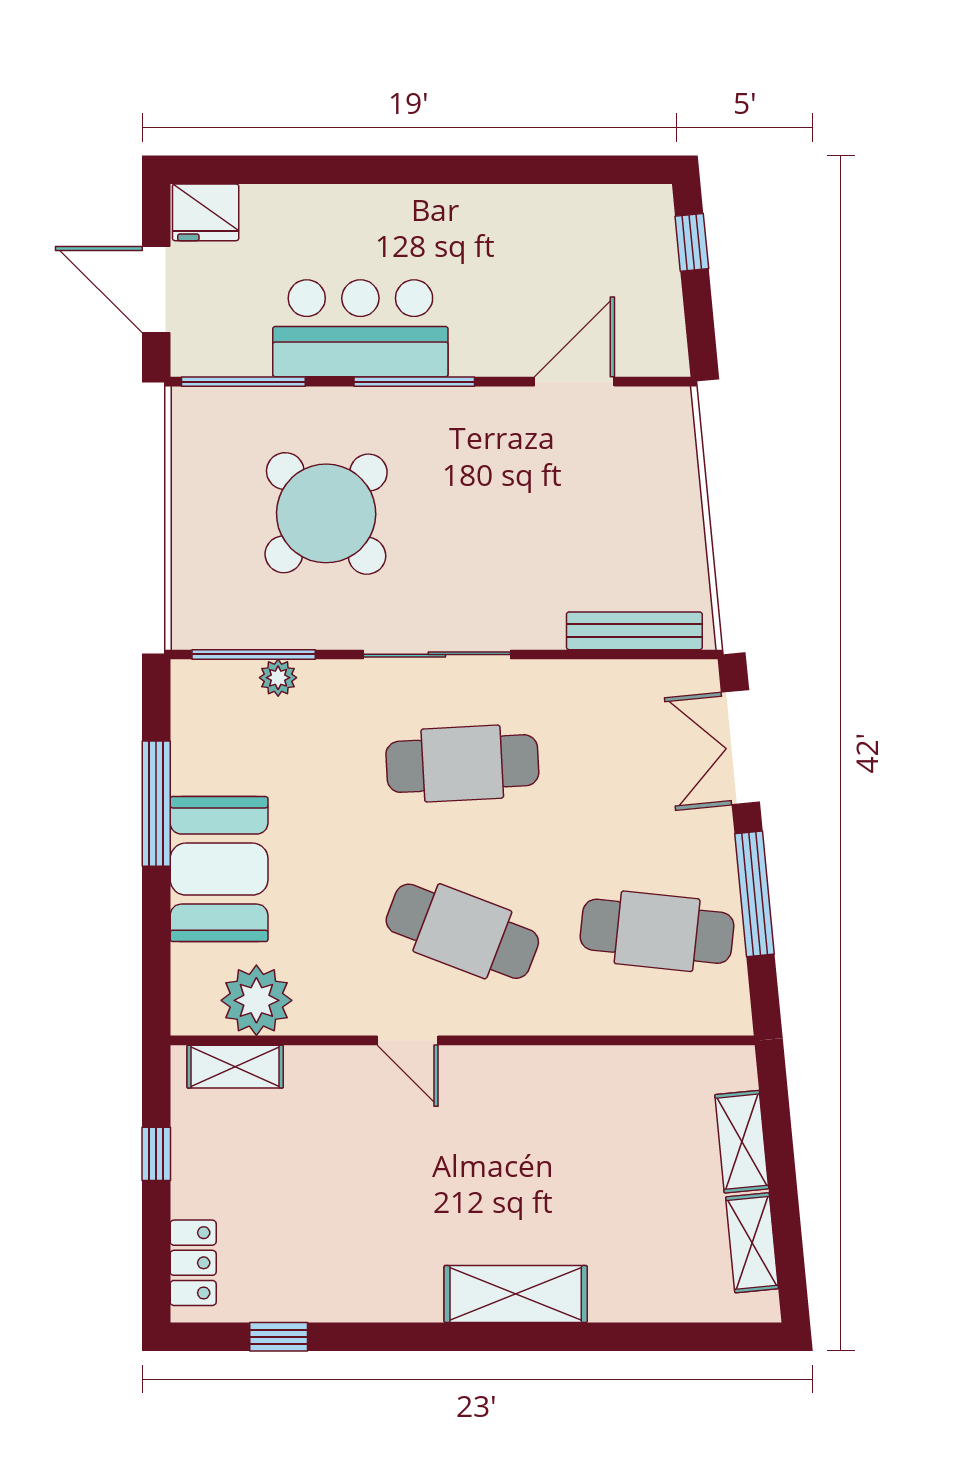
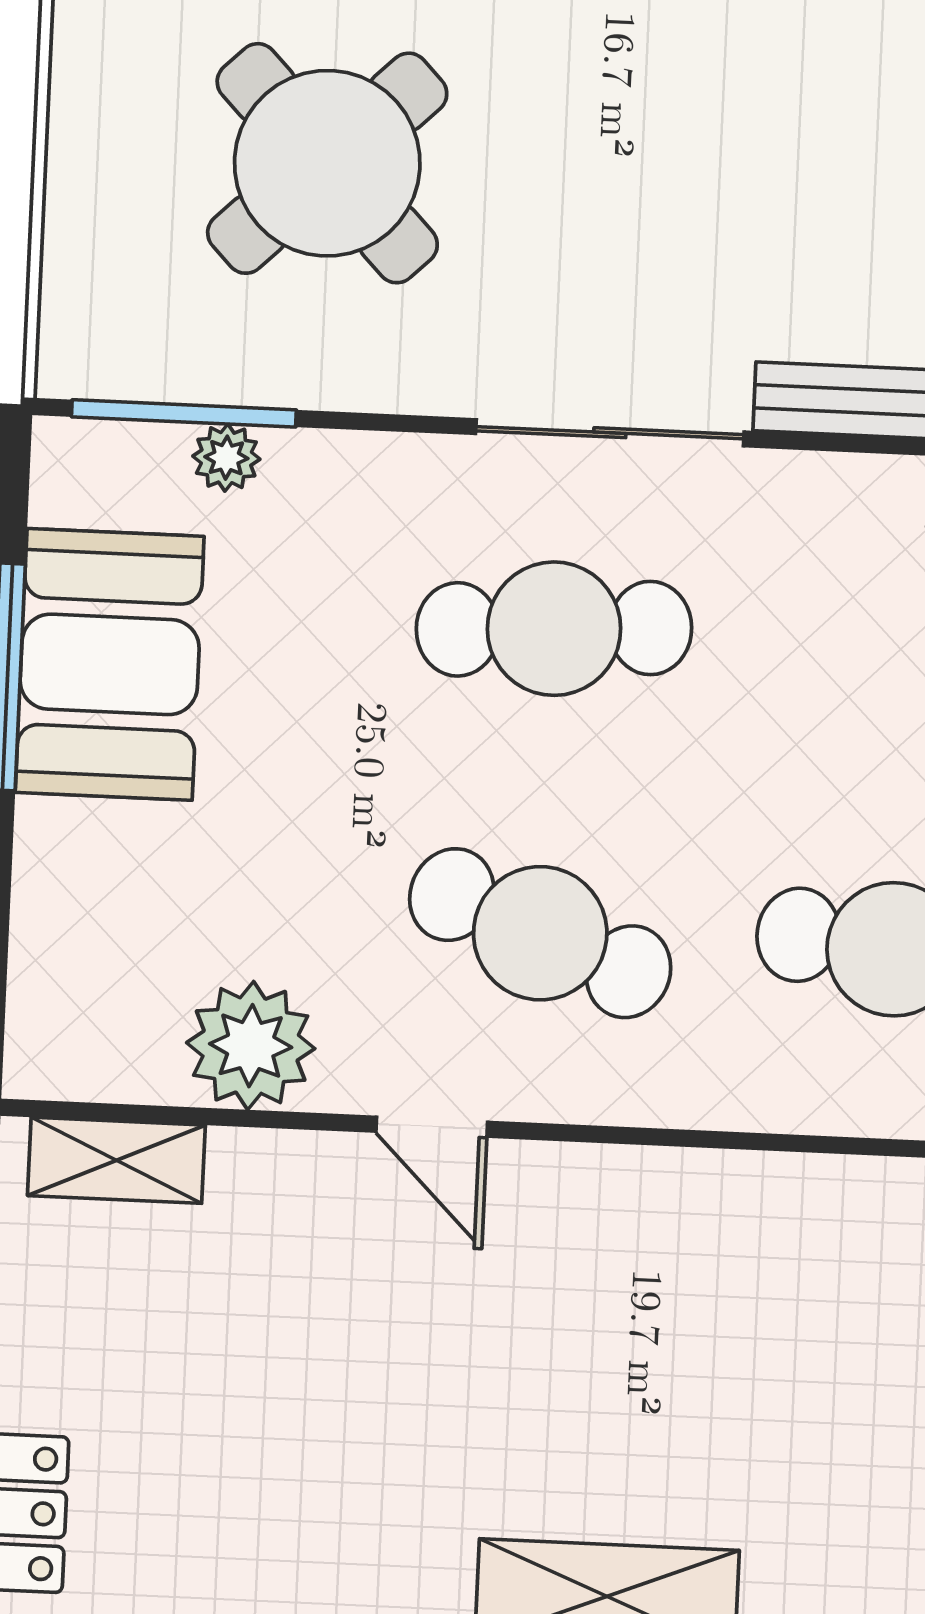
sliding door: (437, 654) -> (610, 433), moved
booth: (219, 869) -> (110, 664), moved
plant: (256, 1000) -> (251, 1046), moved

